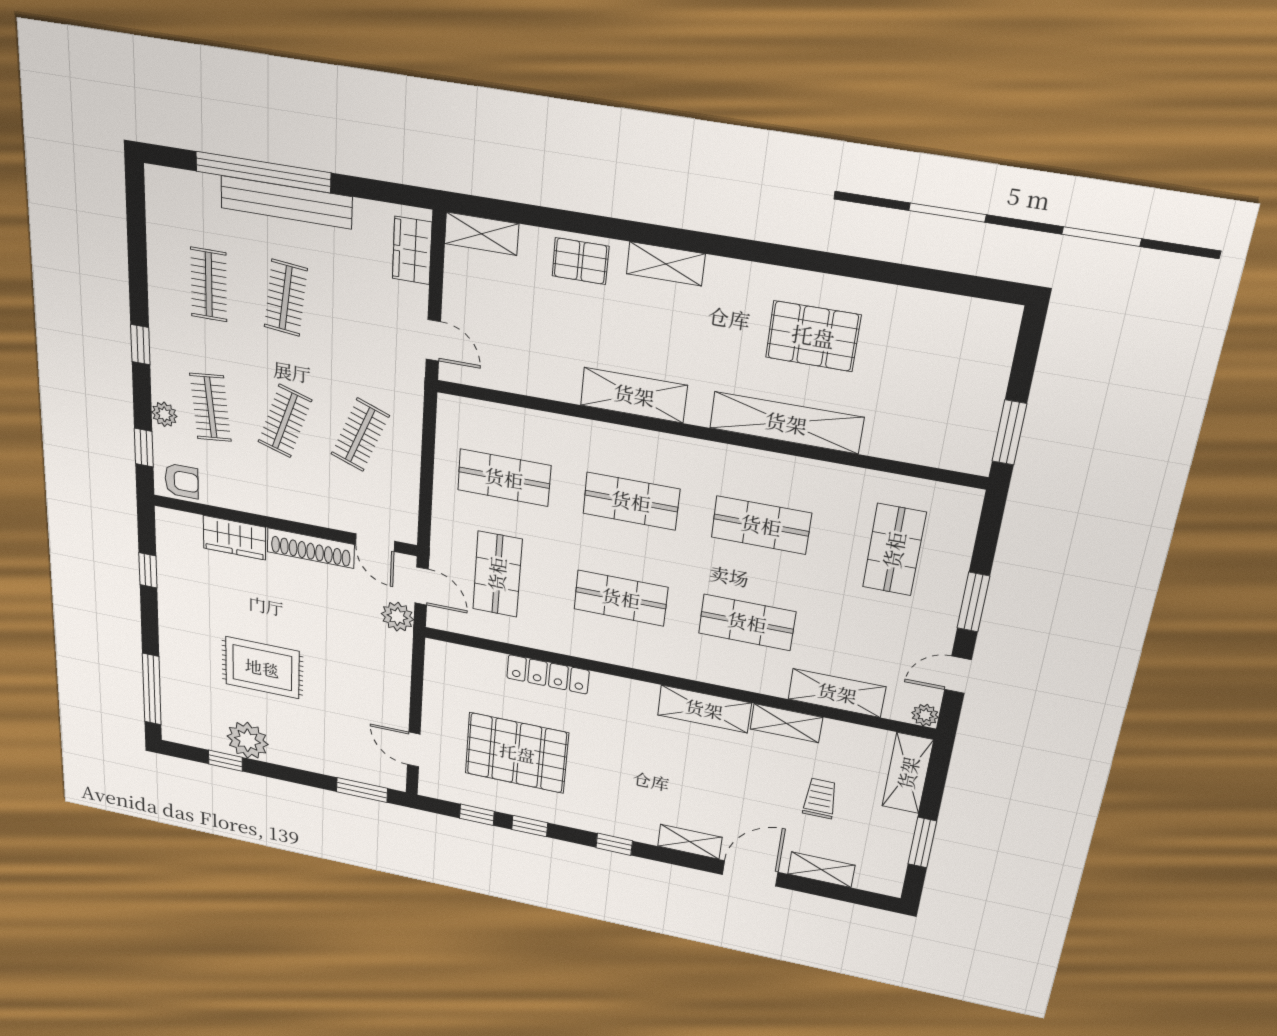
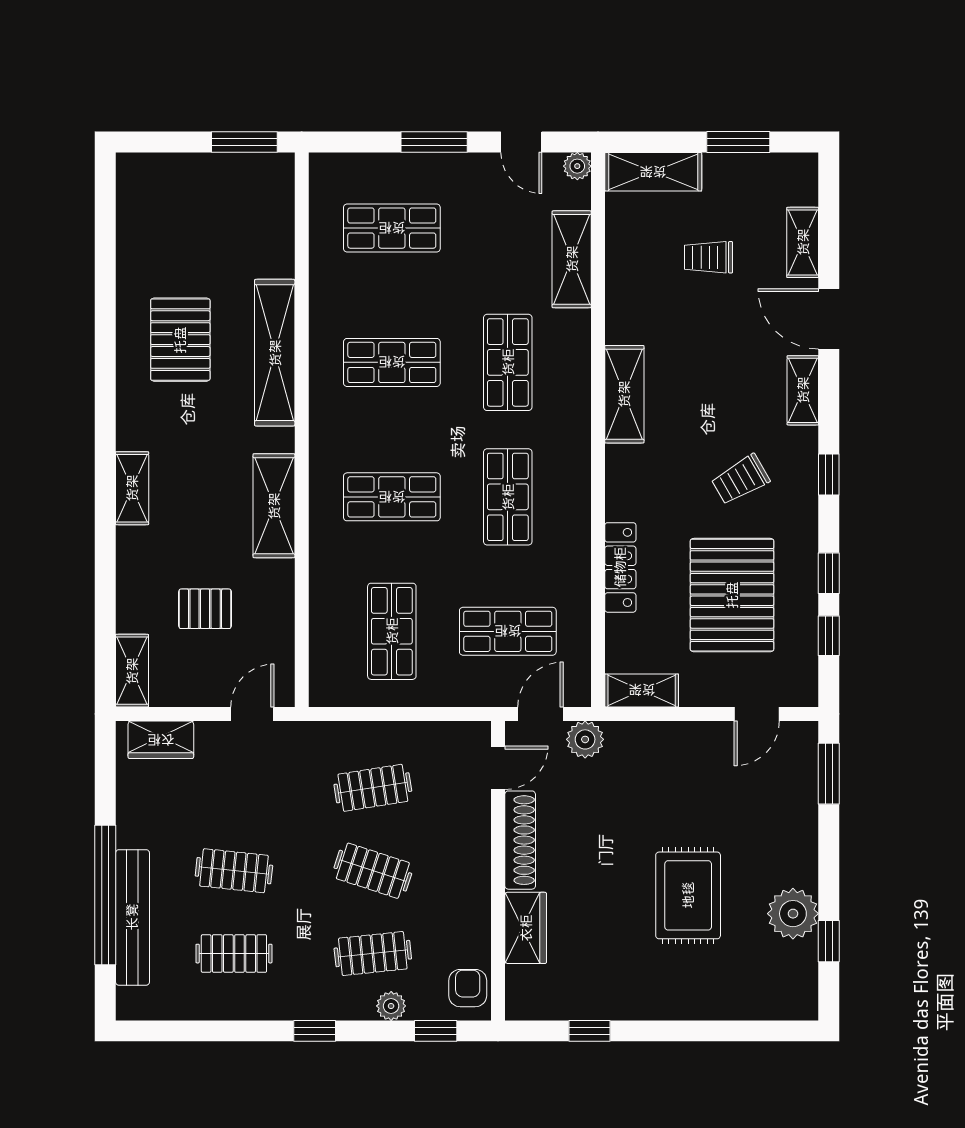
bench: (286, 202) -> (132, 917), moved
pallet: (580, 261) -> (205, 609), moved, turned 90
clothes rail: (360, 435) -> (373, 788), turned -30
shop shelf: (631, 501) -> (392, 497), turned 90
shop shelf: (761, 525) -> (392, 362), turned 90
window: (152, 689) -> (750, 1031), removed
shelving: (786, 723) -> (642, 690), moved, turned 90
trolley: (617, 780) -> (740, 480), added

